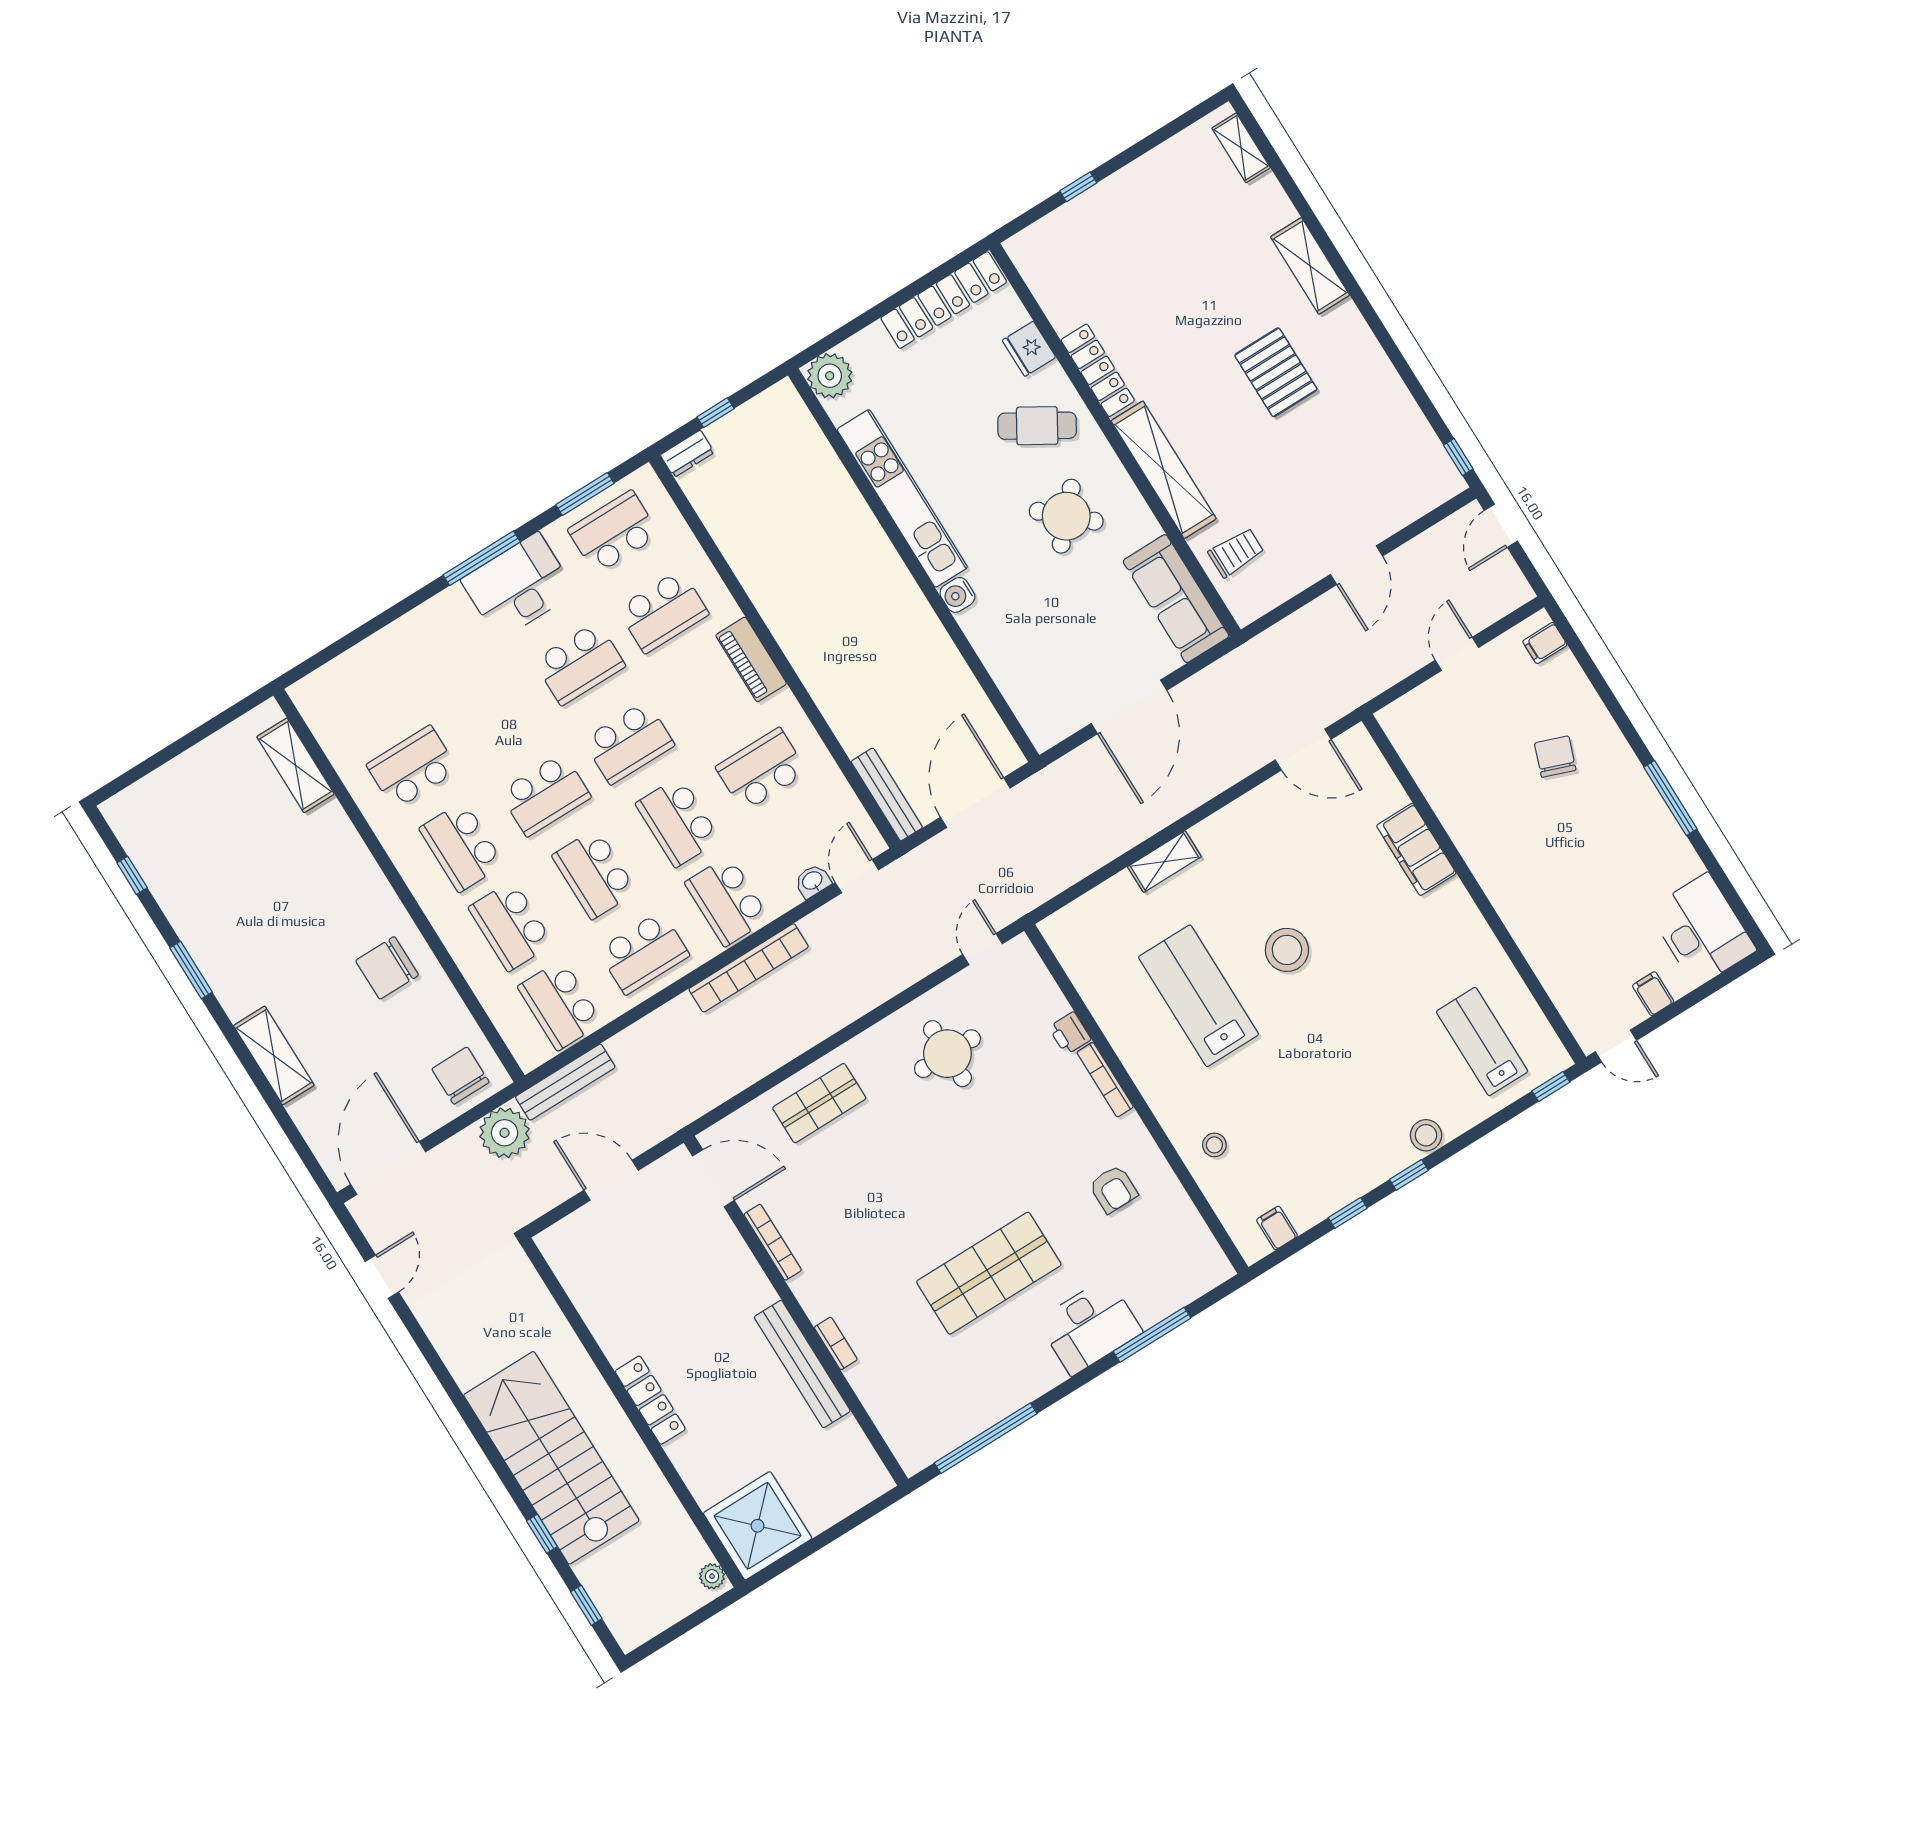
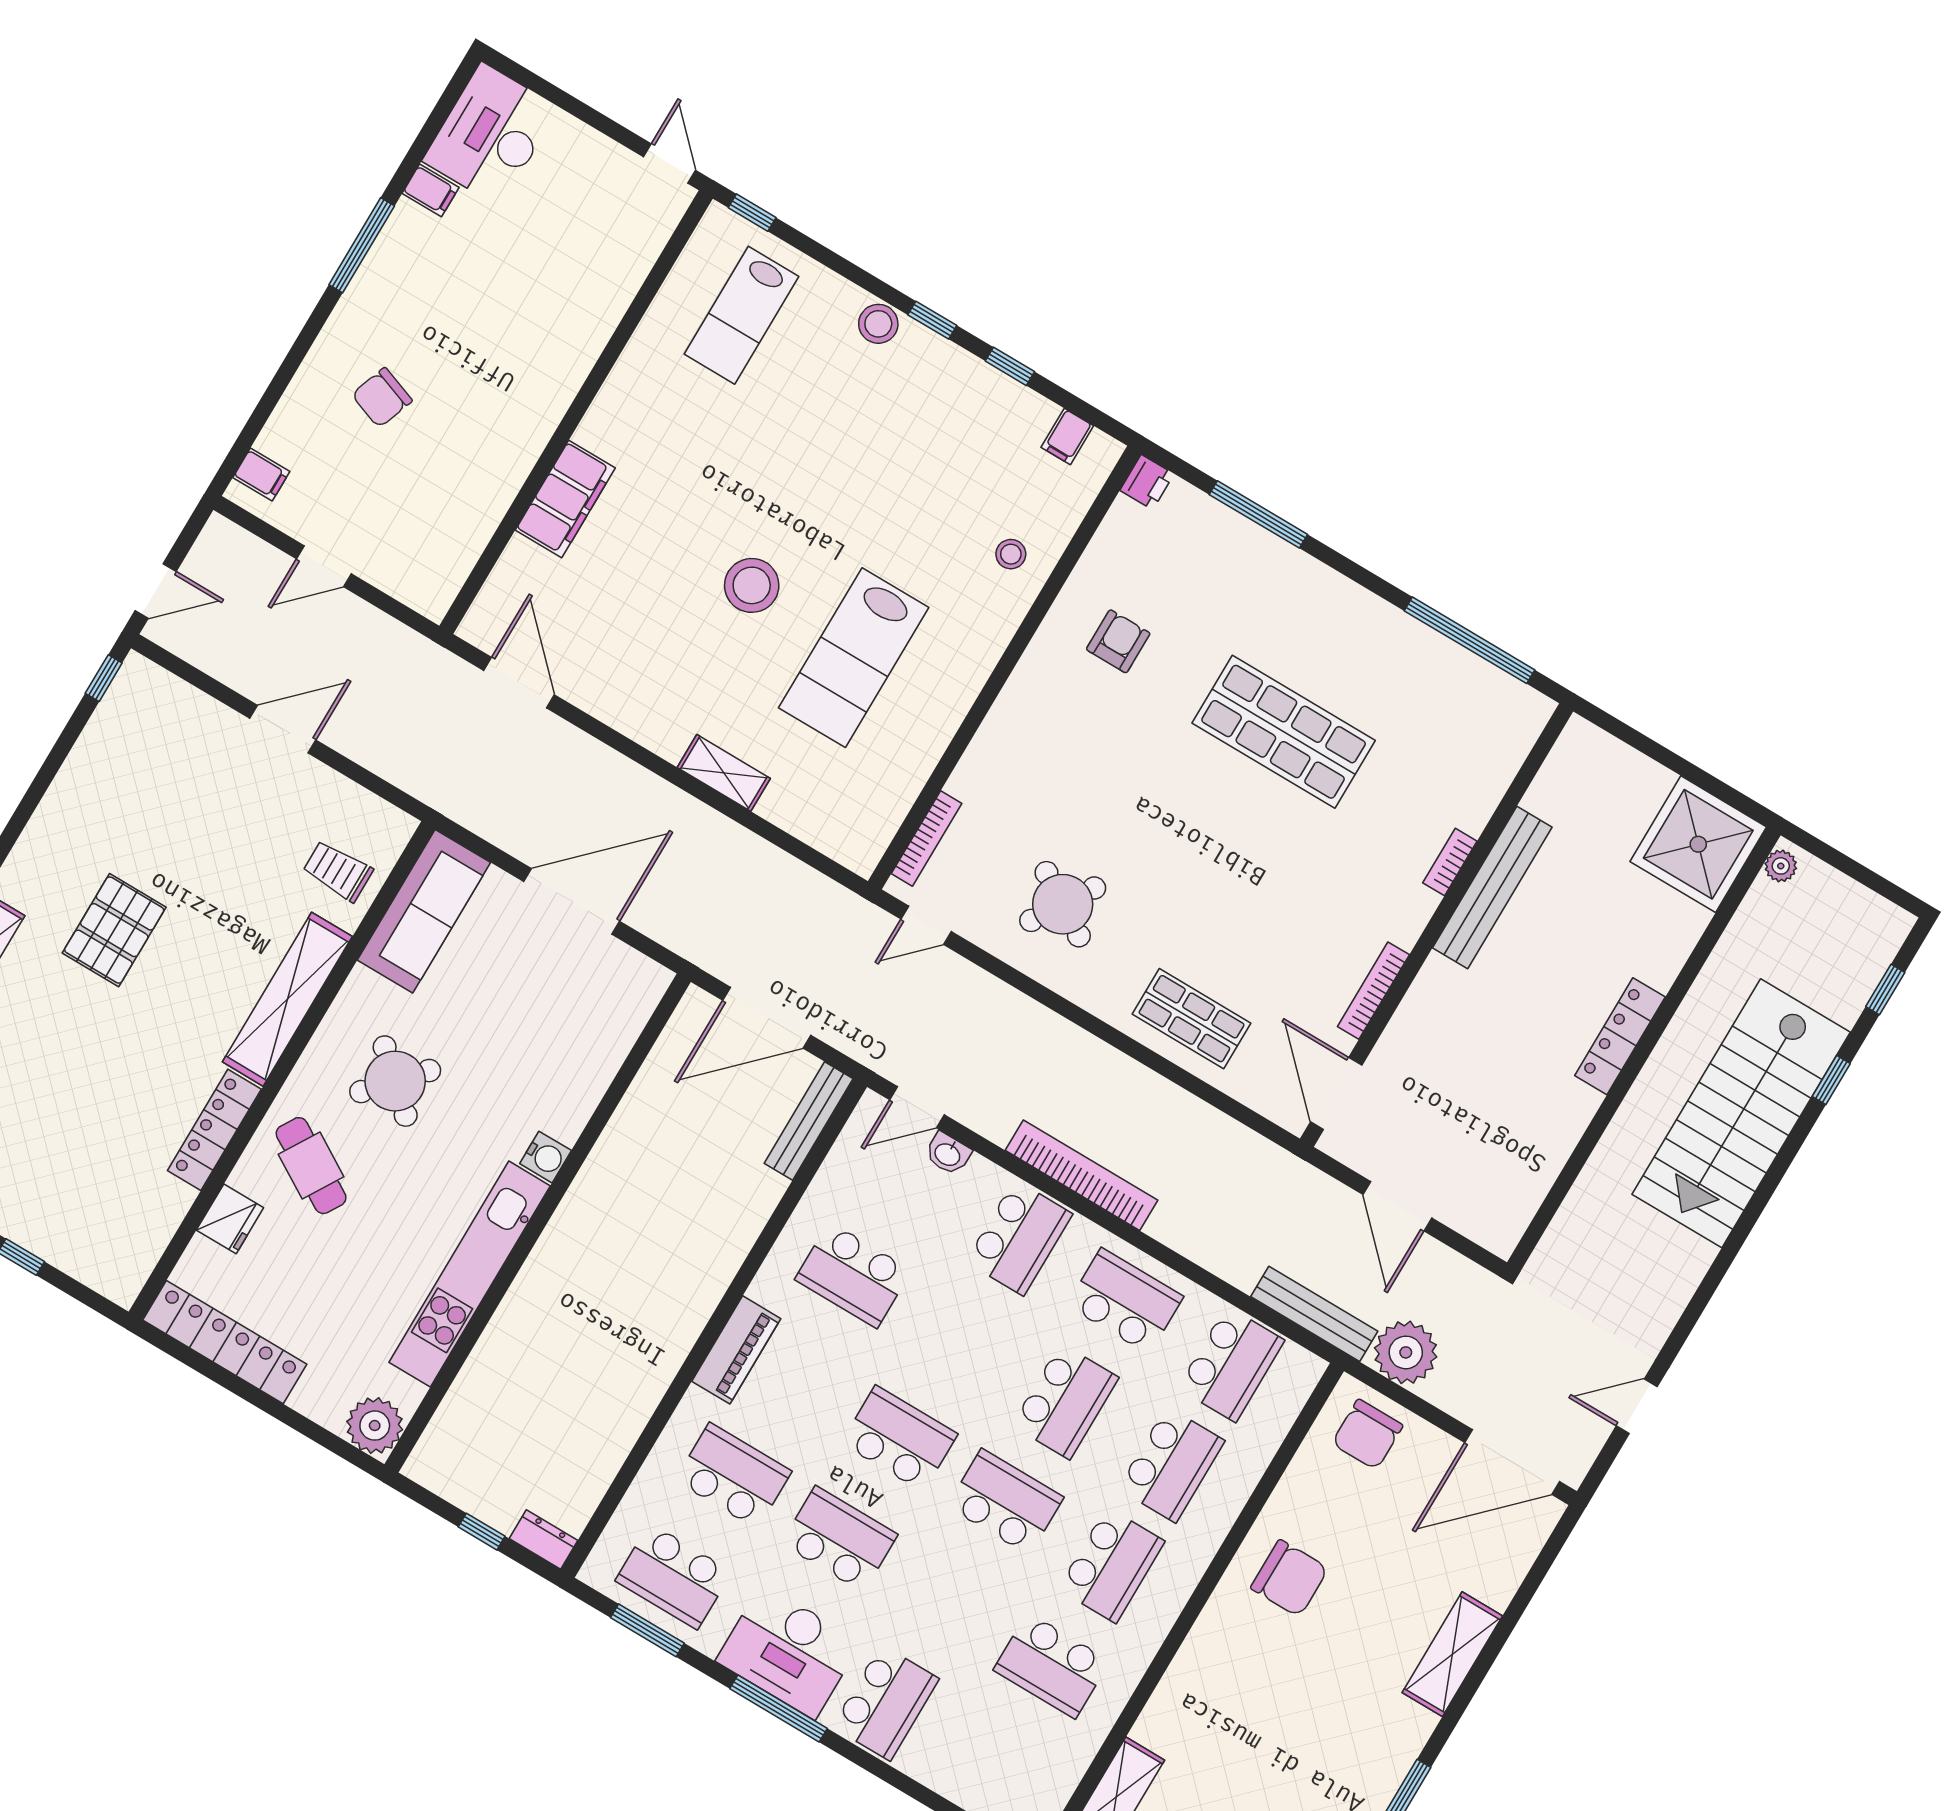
school desk: (678, 822) -> (886, 1703), moved
filing cabinet: (1653, 994) -> (430, 190), moved, turned -90
printer: (1070, 1033) -> (1147, 482), moved
round table: (947, 1054) -> (1063, 904), turned 32
bookcase: (1105, 1080) -> (926, 839), moved
desk: (1090, 1326) -> (1285, 589), removed

